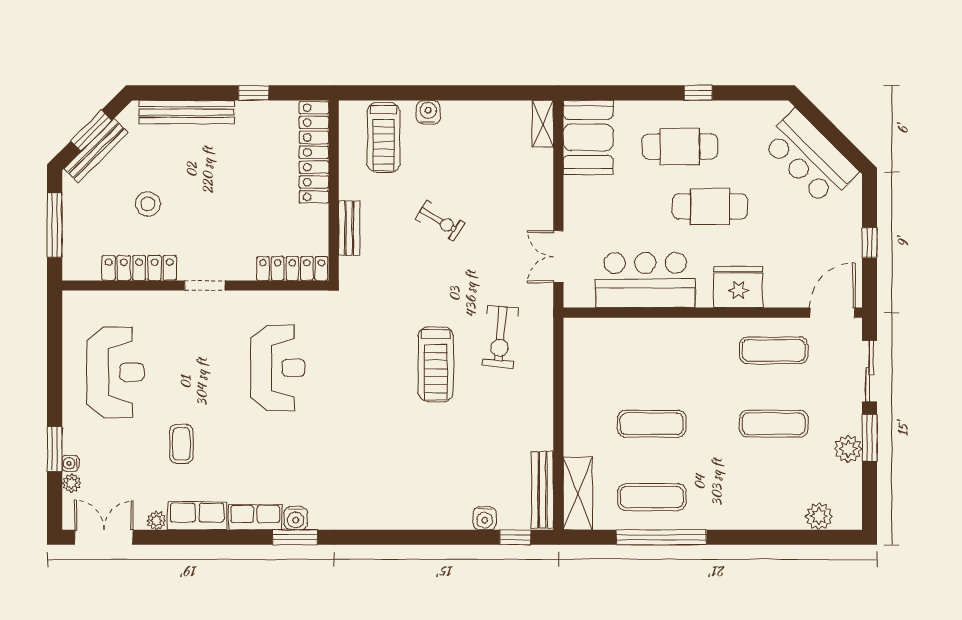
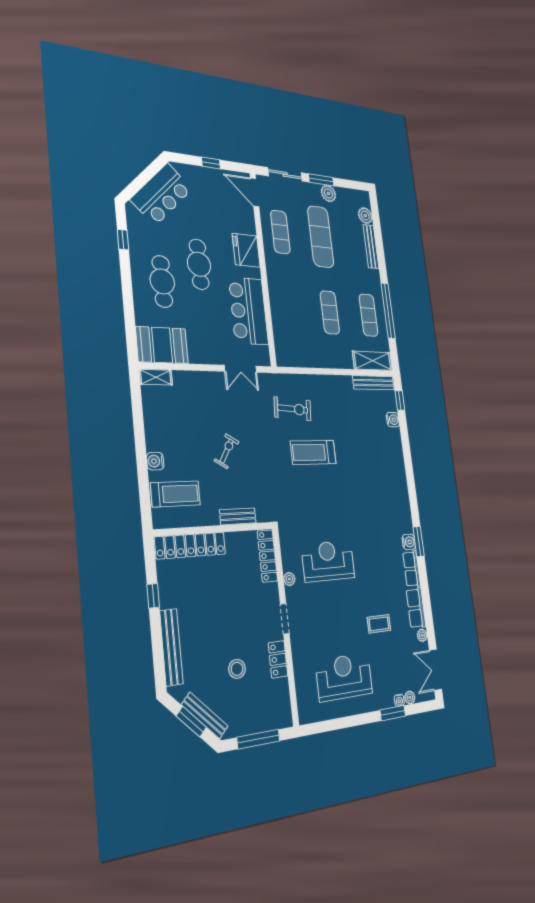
window: (698, 93) -> (123, 240), moved
locker: (139, 268) -> (278, 659), width x0.66
plant: (258, 300) -> (289, 579), added
treadmill: (436, 364) -> (313, 452), turned 180
exercise mat: (774, 424) -> (321, 237), width x1.36, depth x1.45
bench: (767, 520) -> (371, 247), added

